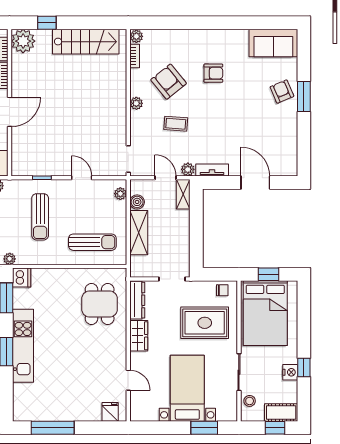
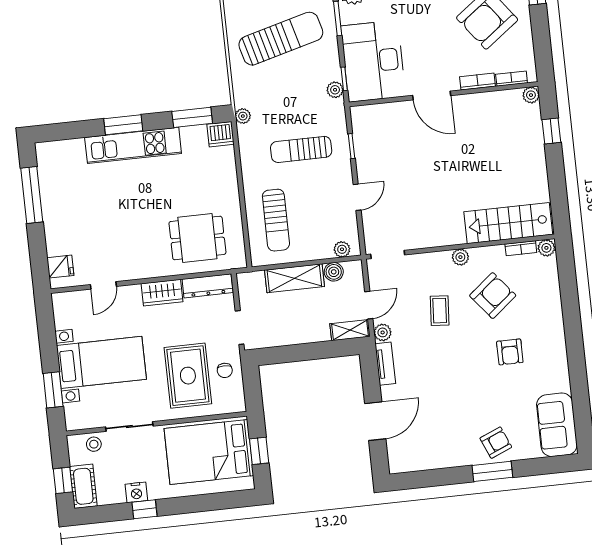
plant: (23, 41) -> (531, 95), width x0.53, depth x0.53
stairs: (86, 42) -> (508, 223), moved, turned 90
chair: (222, 290) -> (225, 370), moved

